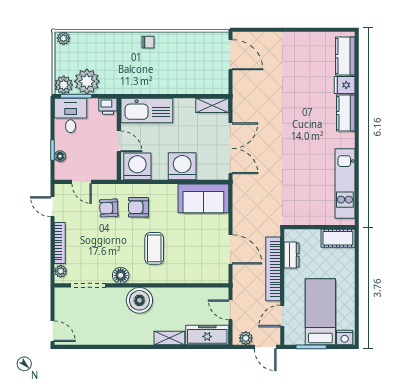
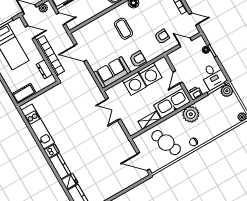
cafe table: (185, 63) -> (166, 143), added
plant: (87, 81) -> (191, 114), moved
shelving: (212, 105) -> (149, 120), moved
dishwasher: (345, 140) -> (52, 151), added
door: (119, 141) -> (178, 77), hinge flipped
double door: (230, 148) -> (113, 109), width x0.73
washing machine: (137, 166) -> (150, 74), moved
armchair: (138, 207) -> (138, 59), moved
door: (282, 316) -> (30, 32), hinge flipped

